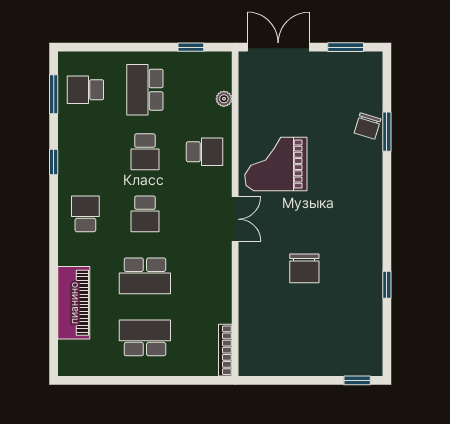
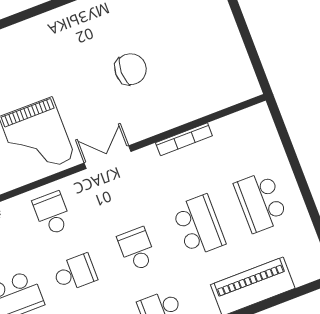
school desk: (145, 214) -> (137, 249), turned -90
bookcase: (225, 350) -> (184, 139), moved

